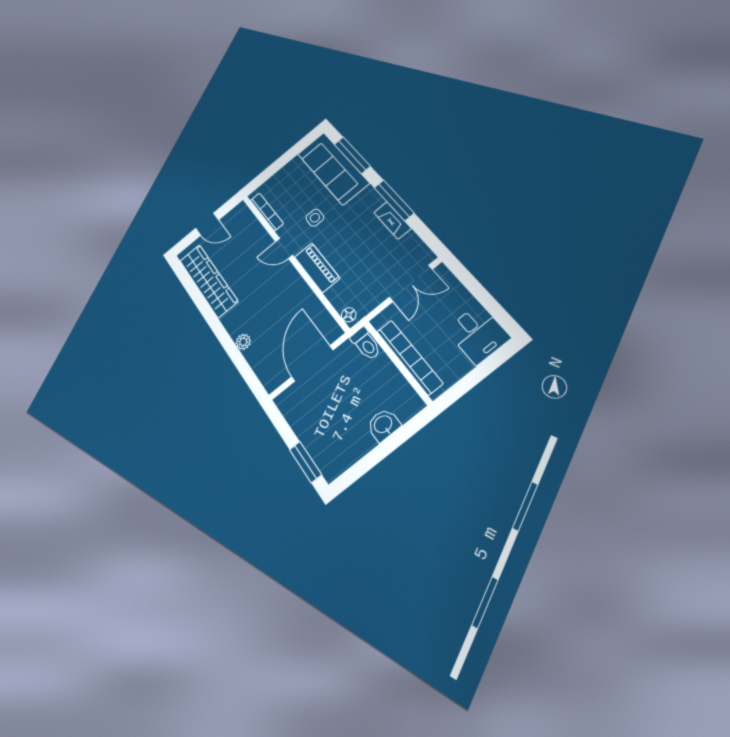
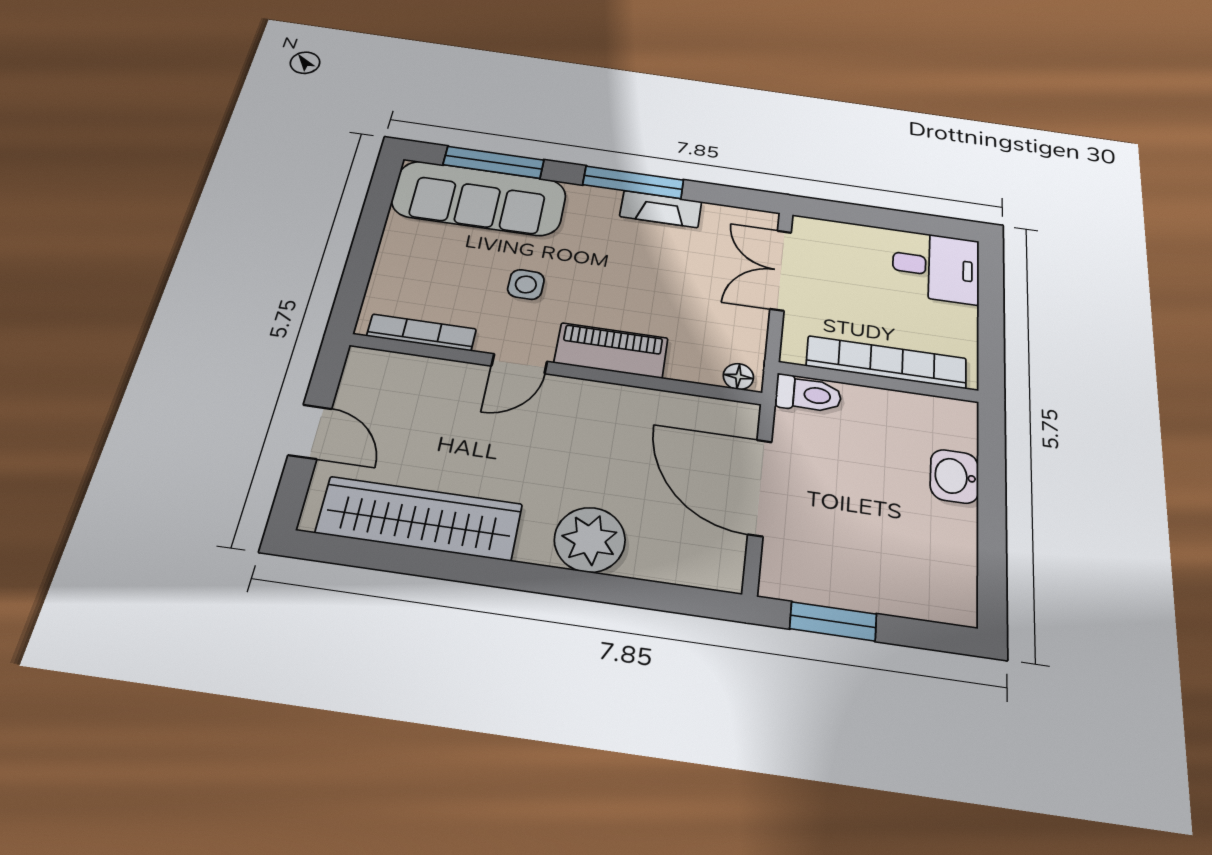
door: (207, 224) -> (310, 432), hinge flipped
double door: (411, 283) -> (781, 270), swing flipped
plant: (243, 342) -> (590, 540), width x1.87, depth x1.87
window: (305, 462) -> (833, 621), moved

